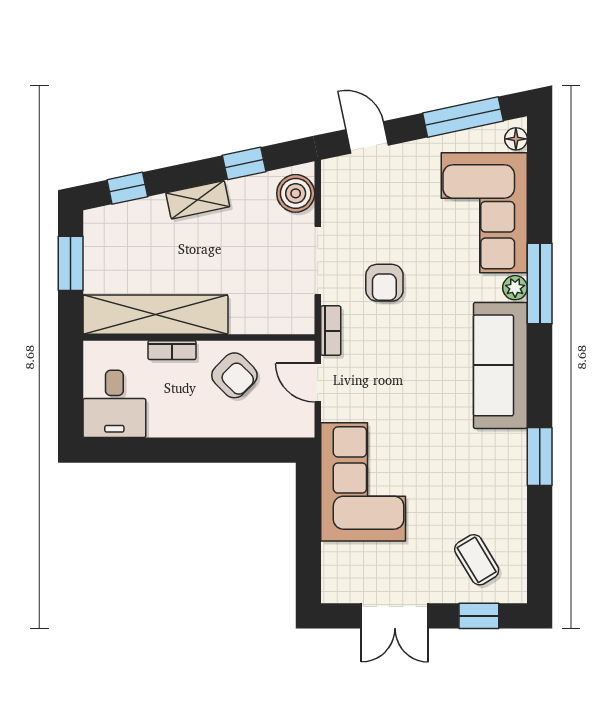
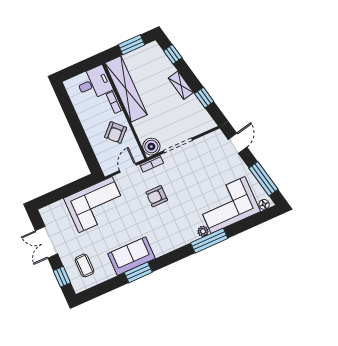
boiler: (296, 193) -> (151, 147), moved
armchair: (384, 283) -> (157, 196), moved
sofa: (500, 365) -> (132, 256), moved, width x0.73
desk: (114, 404) -> (94, 83), moved, turned 180
coffee table: (477, 560) -> (84, 265), turned -59

